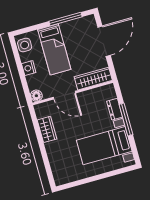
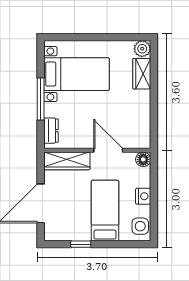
window: (65, 19) -> (81, 244), width x0.46
dresser: (115, 109) -> (51, 131), moved
wardrobe: (47, 129) -> (142, 74), moved
plant: (60, 178) -> (142, 49), added

